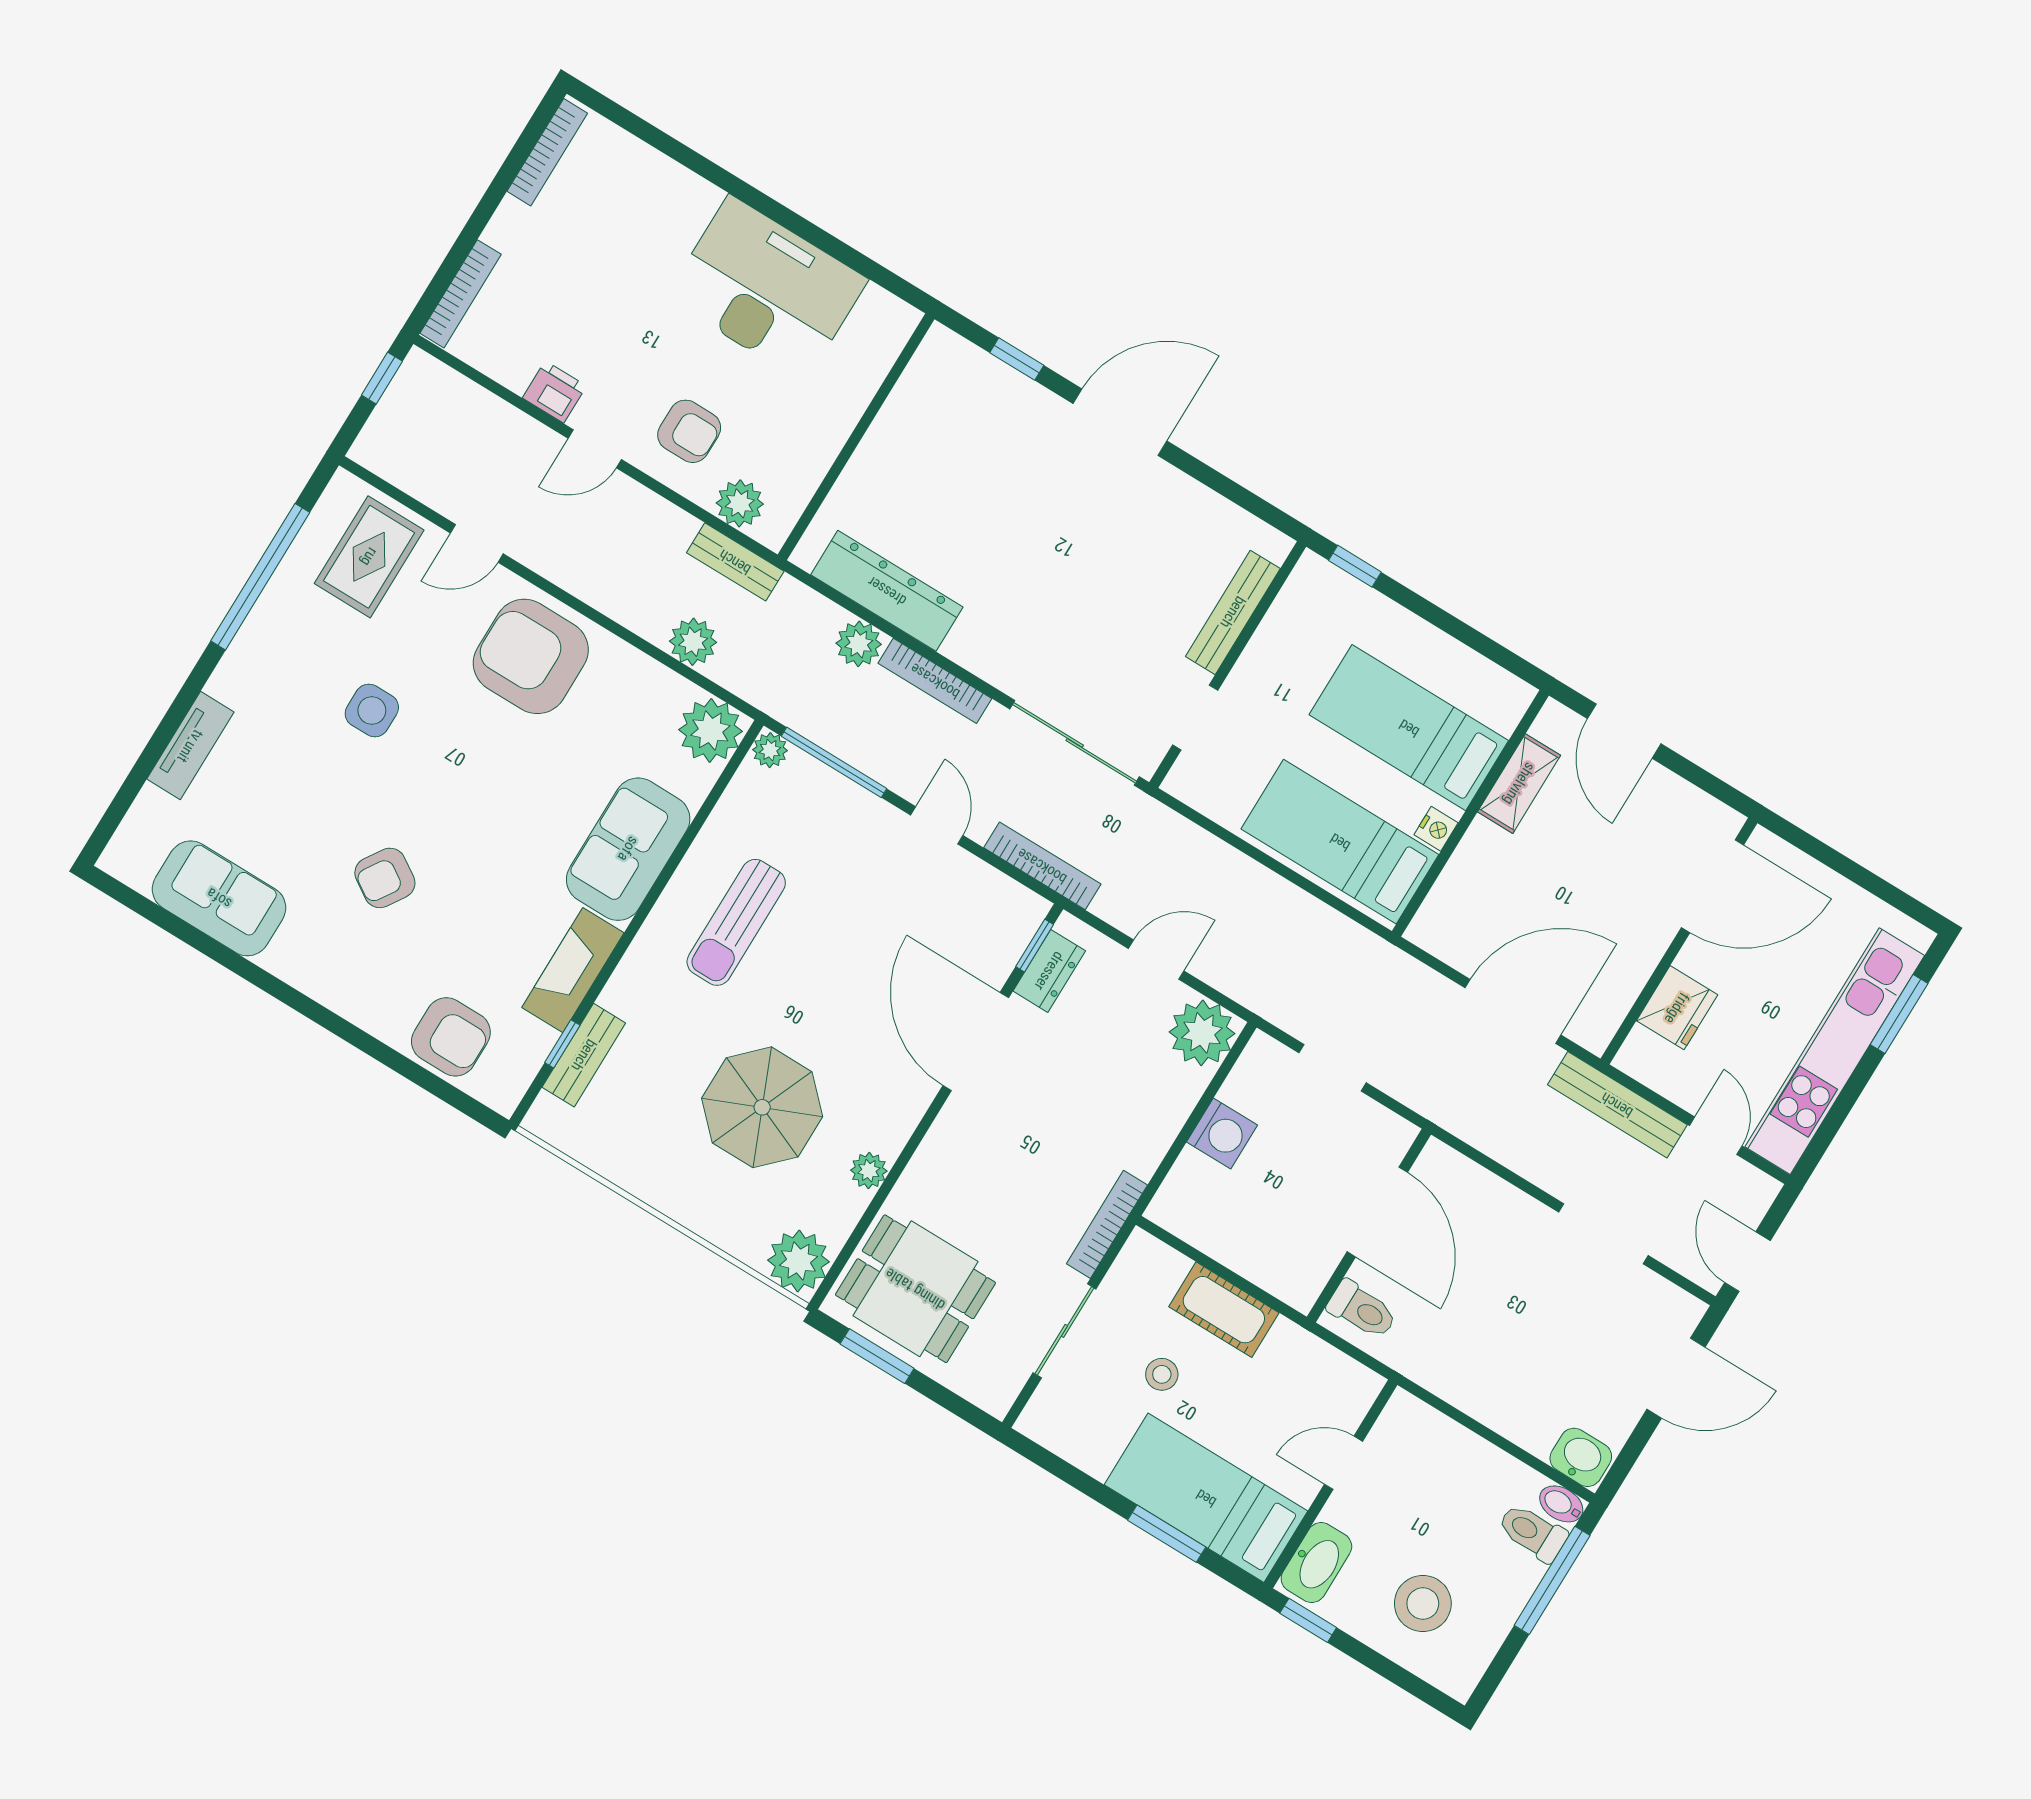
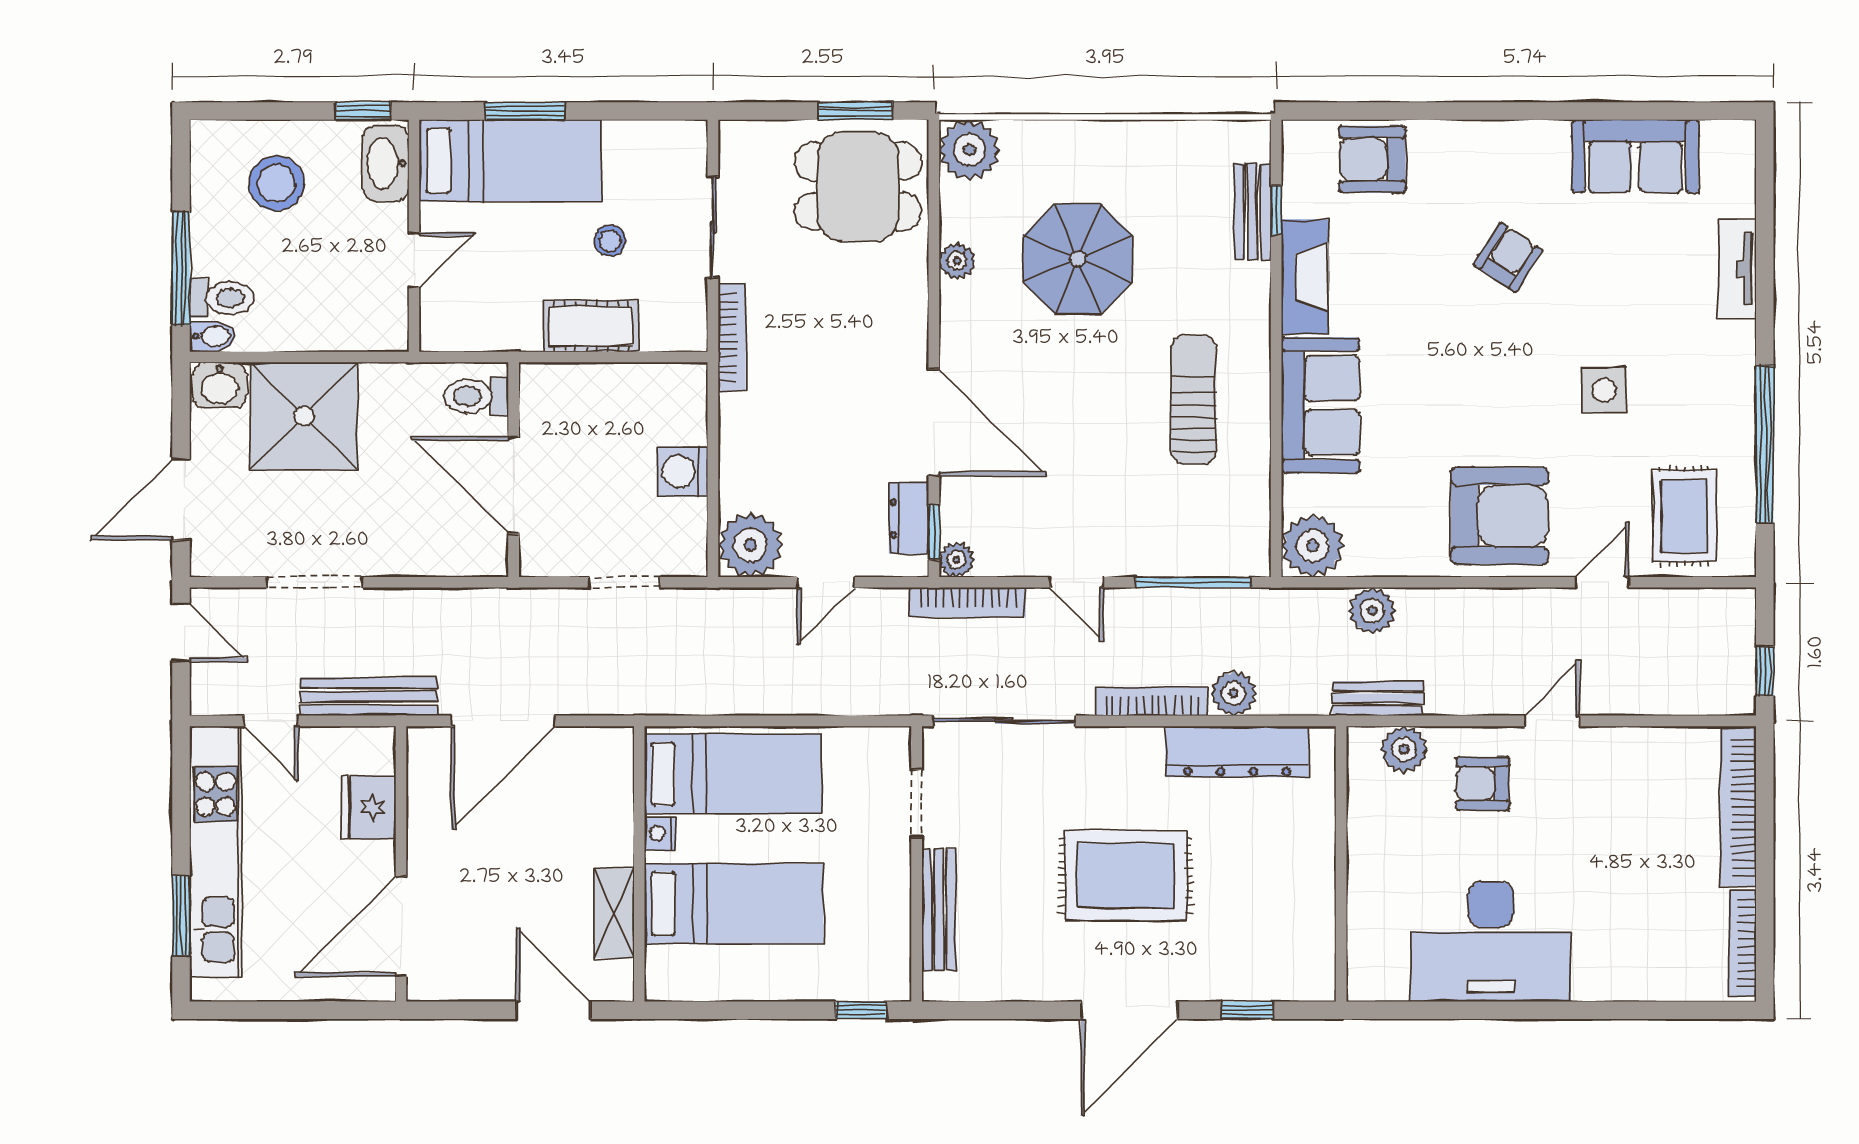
bookcase: (461, 294) -> (1738, 807), width x1.48, depth x1.31
printer: (554, 392) -> (1615, 748), removed
rug: (1051, 542) -> (1126, 876), added
plant: (770, 750) -> (956, 560), moved
shower: (1524, 1385) -> (304, 416), added

